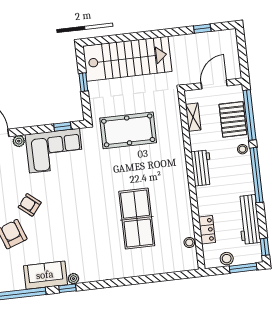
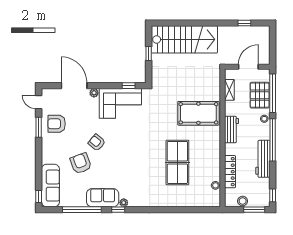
pool table: (128, 130) -> (198, 113), moved
workbench: (249, 220) -> (263, 159), moved
locker: (207, 230) -> (230, 172), width x1.53

